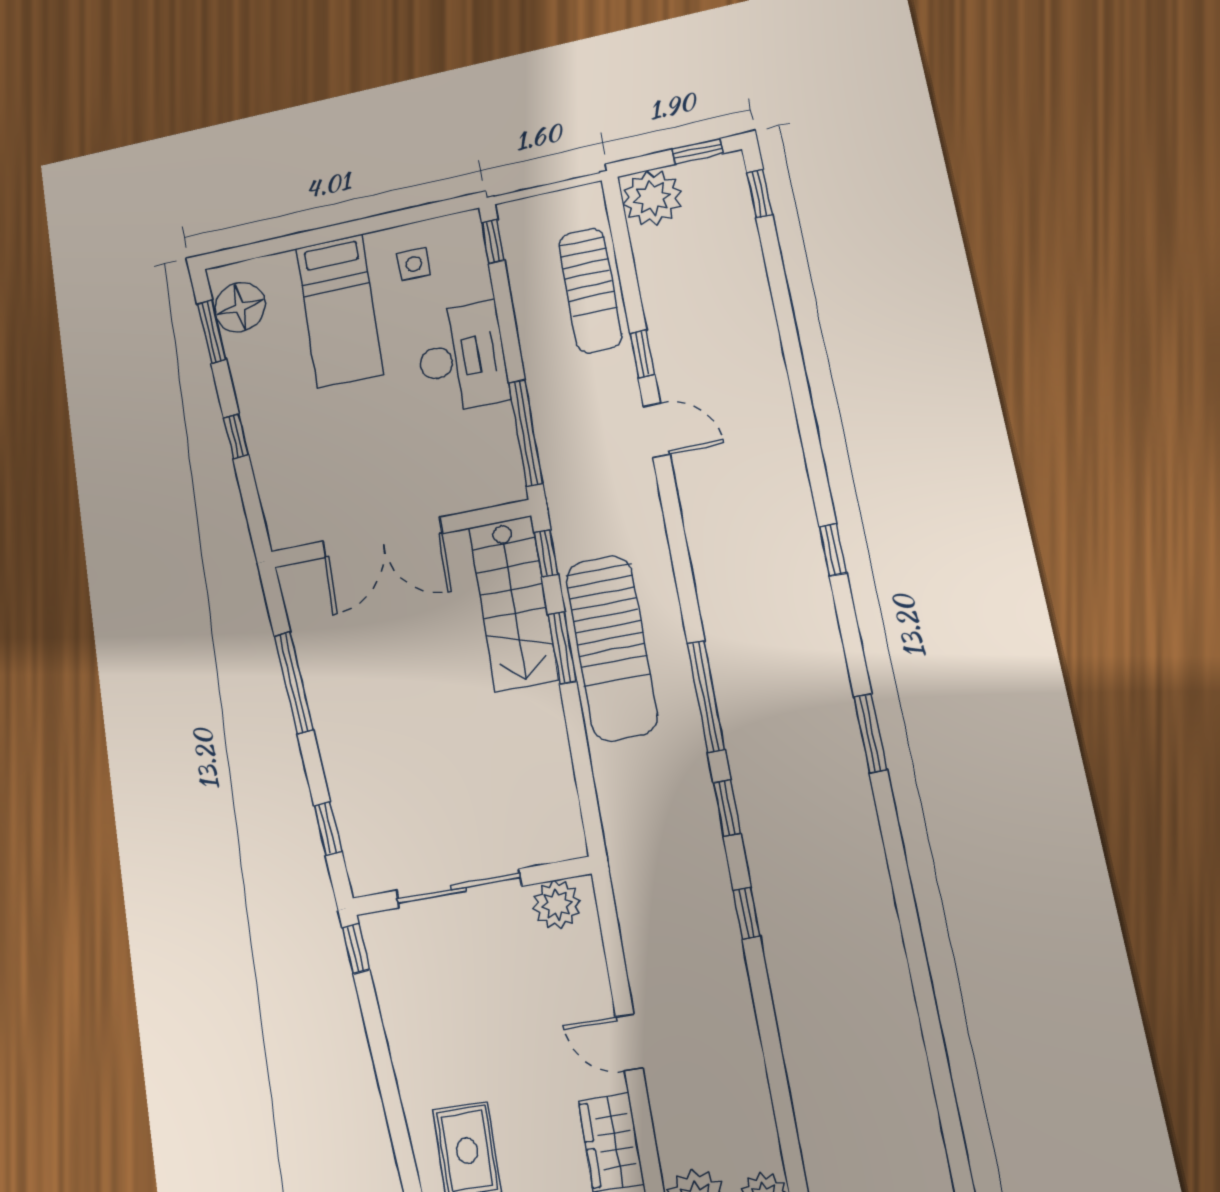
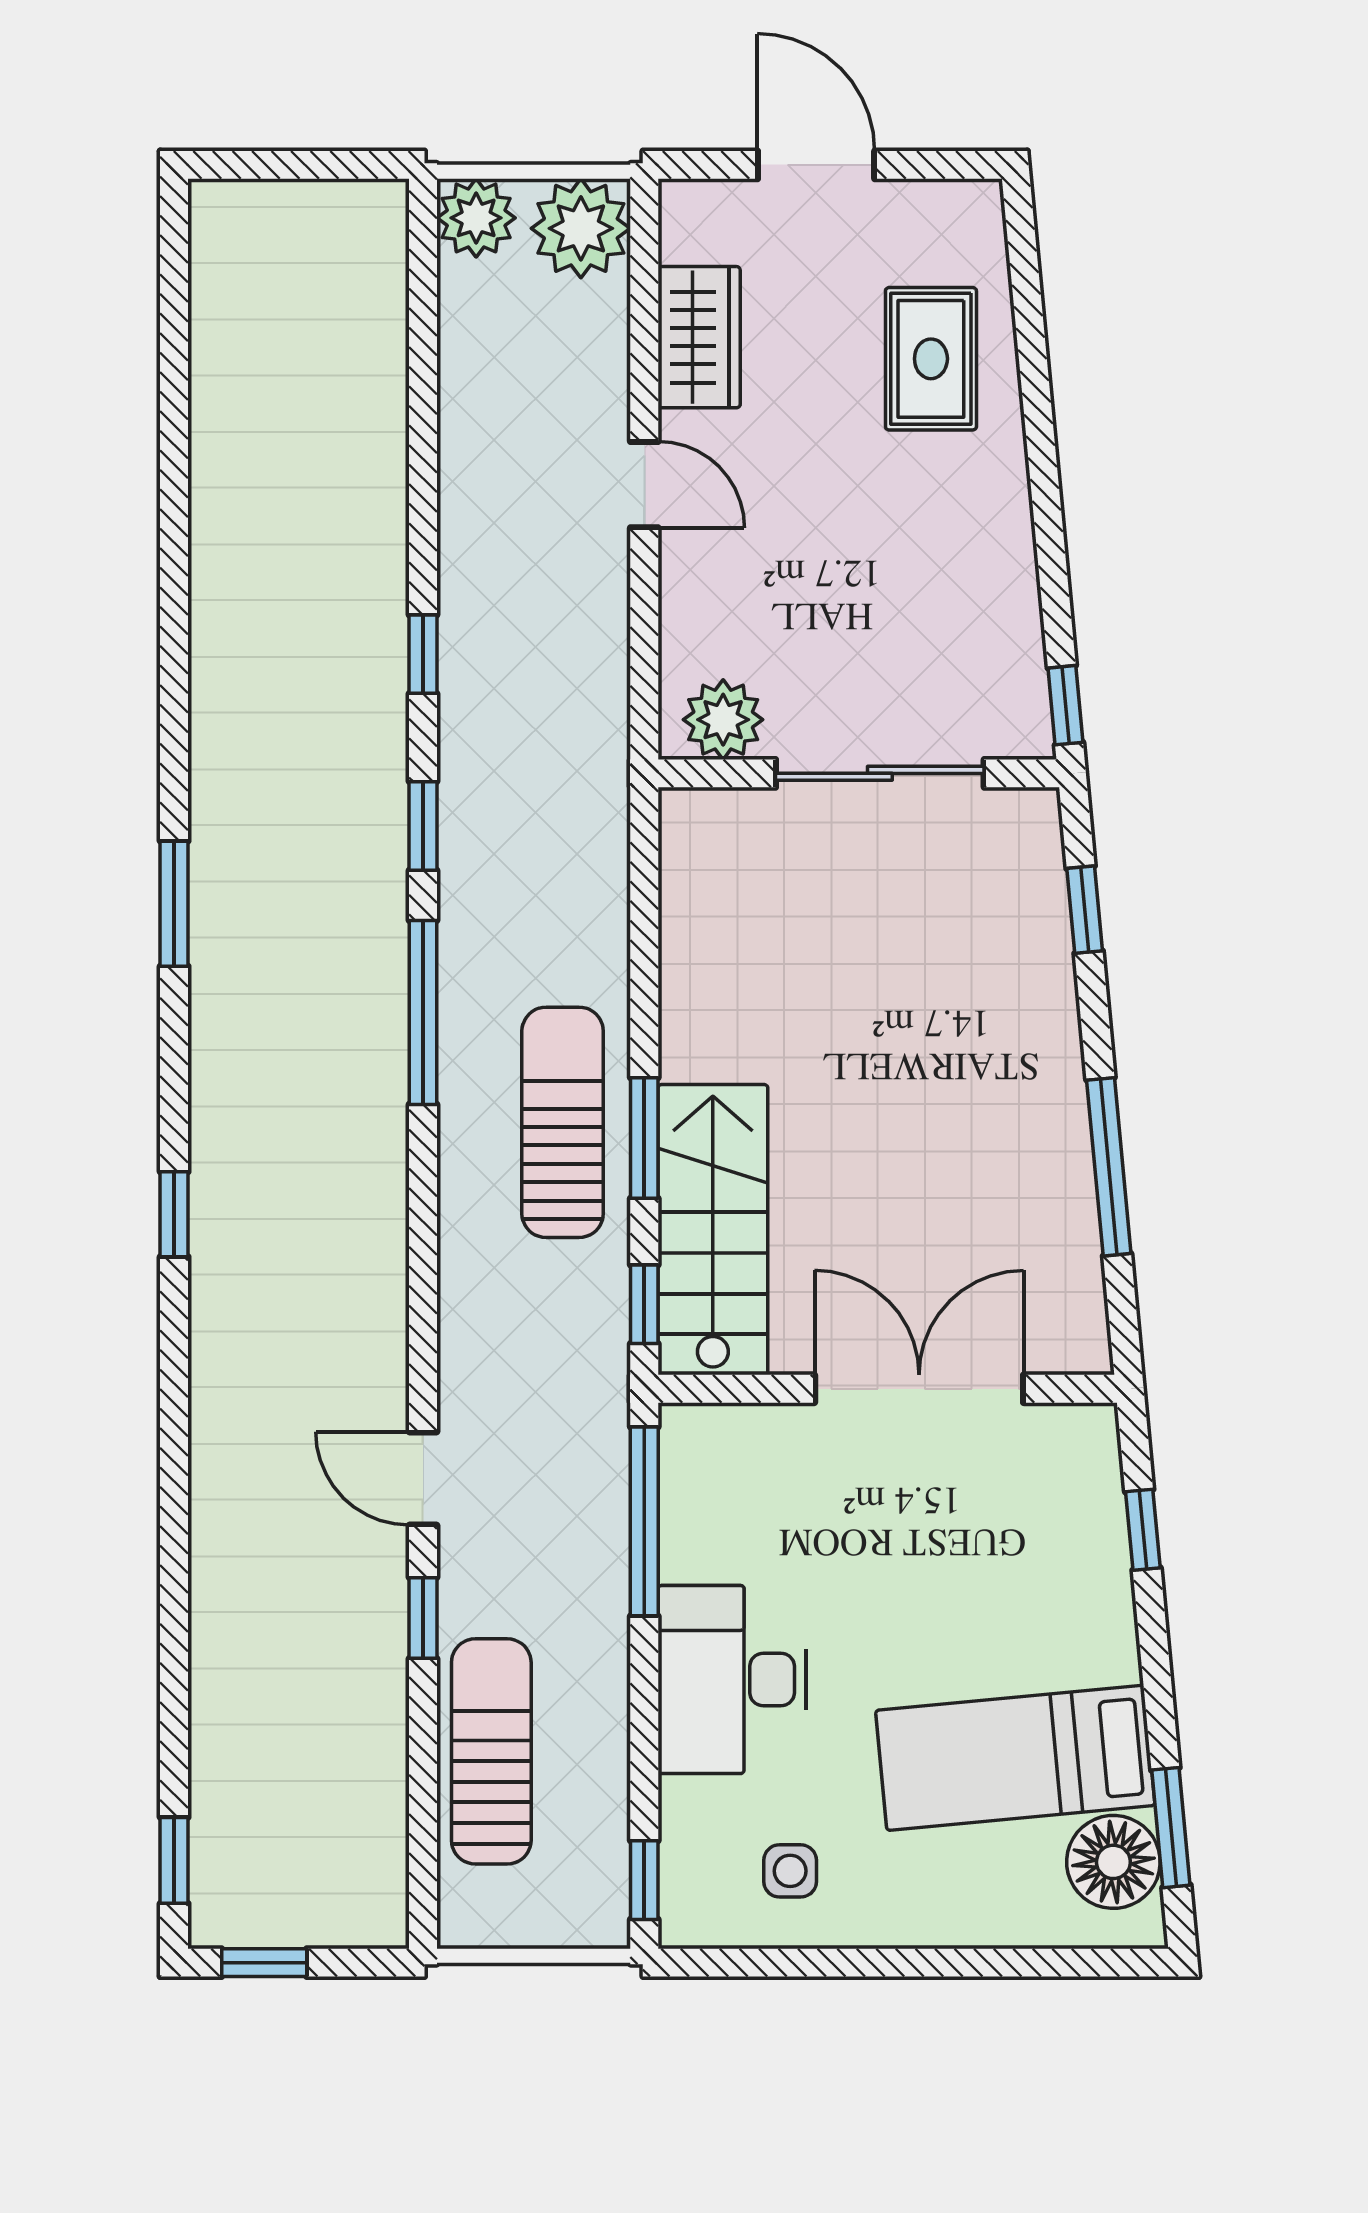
plant: (652, 198) -> (357, 1895), removed
bed: (340, 311) -> (1015, 1758), moved, turned -95
window: (236, 436) -> (1143, 1530), moved
sun lounger: (612, 648) -> (563, 1122), width x0.73, depth x0.75

